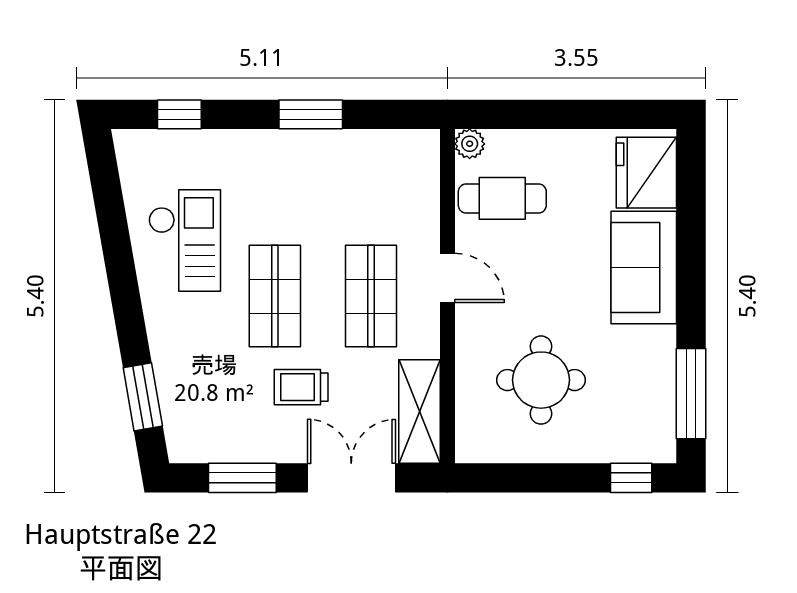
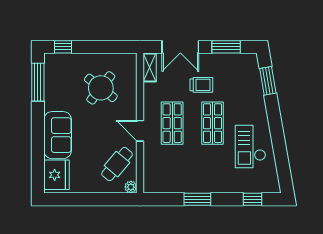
cafe table: (502, 198) -> (117, 164), turned -50
round table: (541, 380) -> (101, 88), turned 38
shelving: (419, 411) -> (150, 67), width x0.67, depth x0.75

